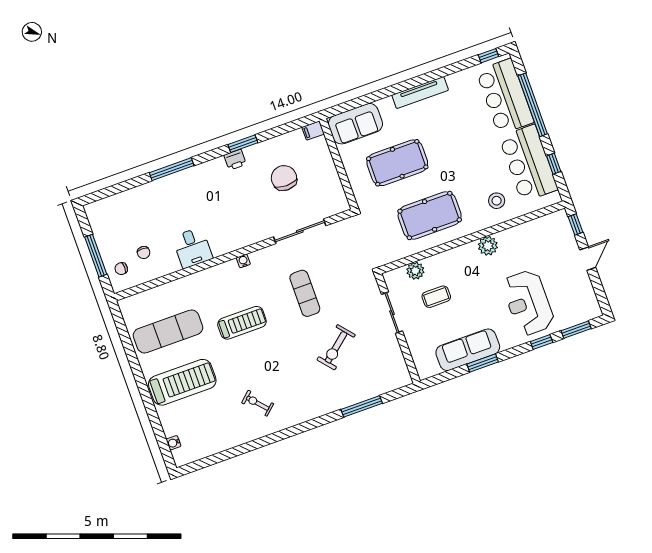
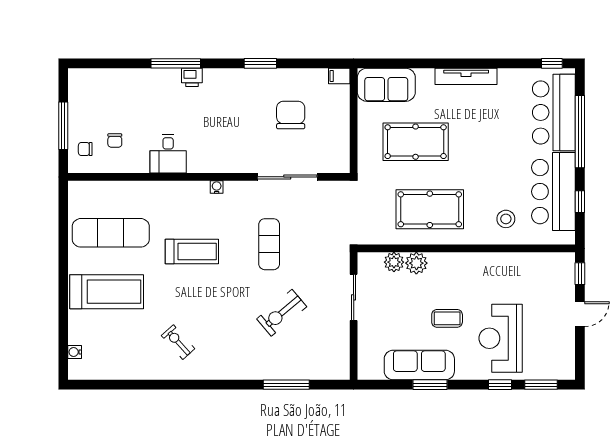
printer: (235, 160) -> (192, 77), moved
plant: (488, 246) -> (416, 263), moved
coffee table: (436, 297) -> (447, 318), moved

